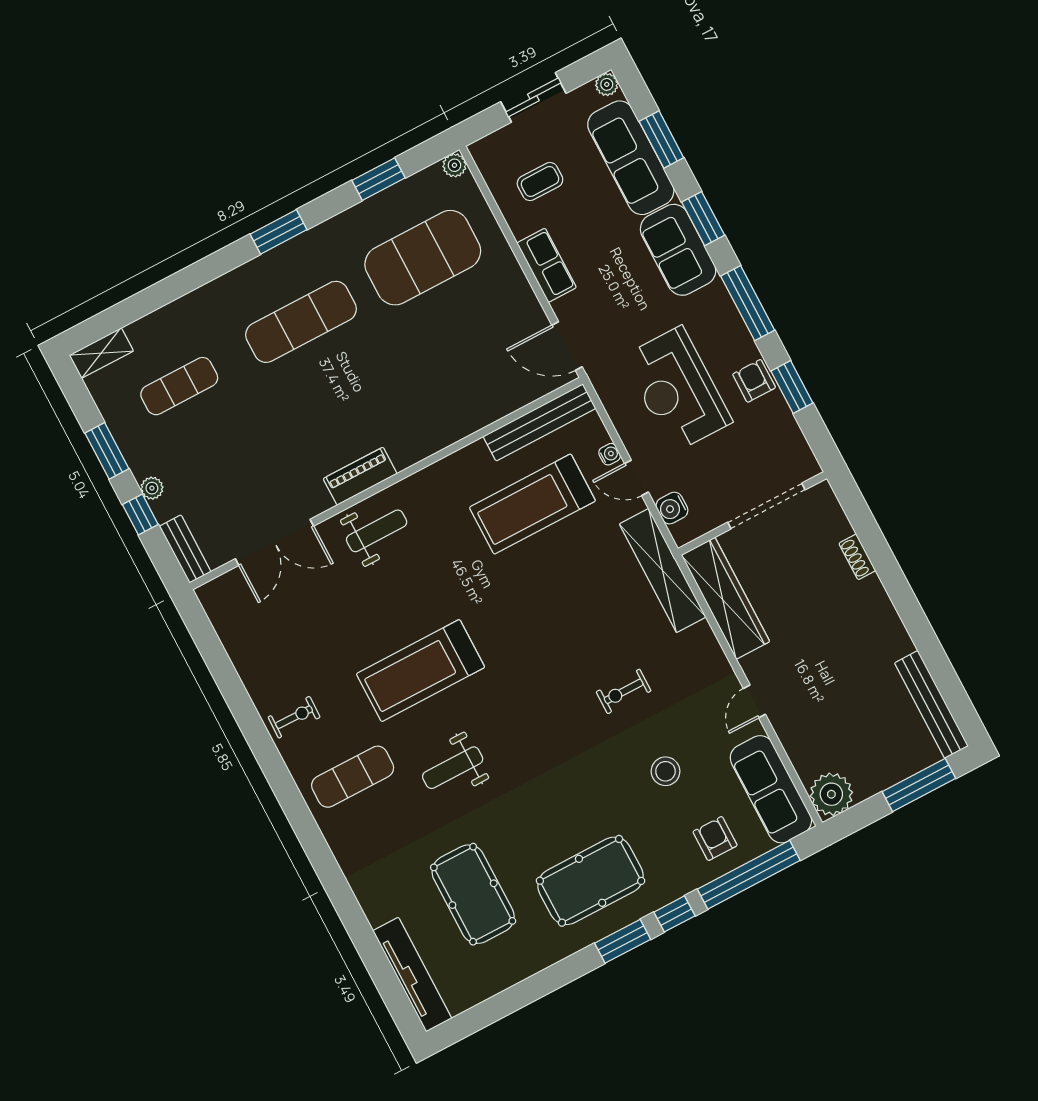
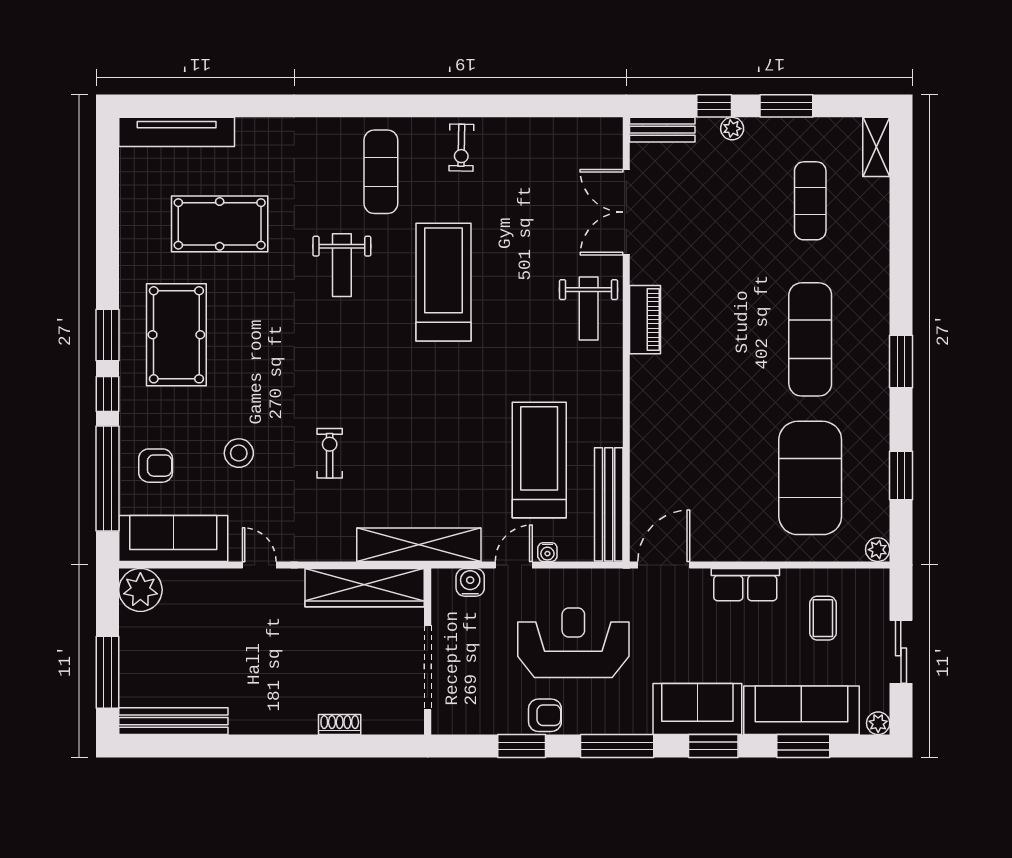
weight bench: (453, 768) -> (342, 265), turned 180

